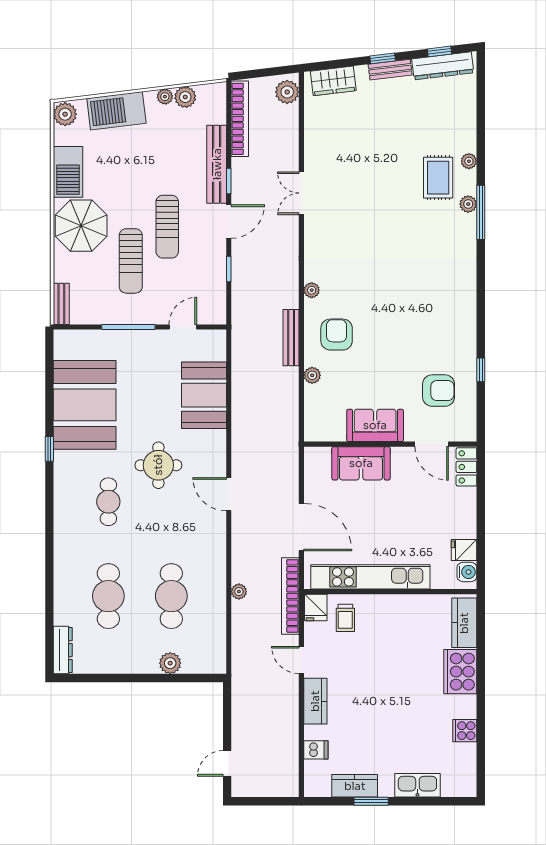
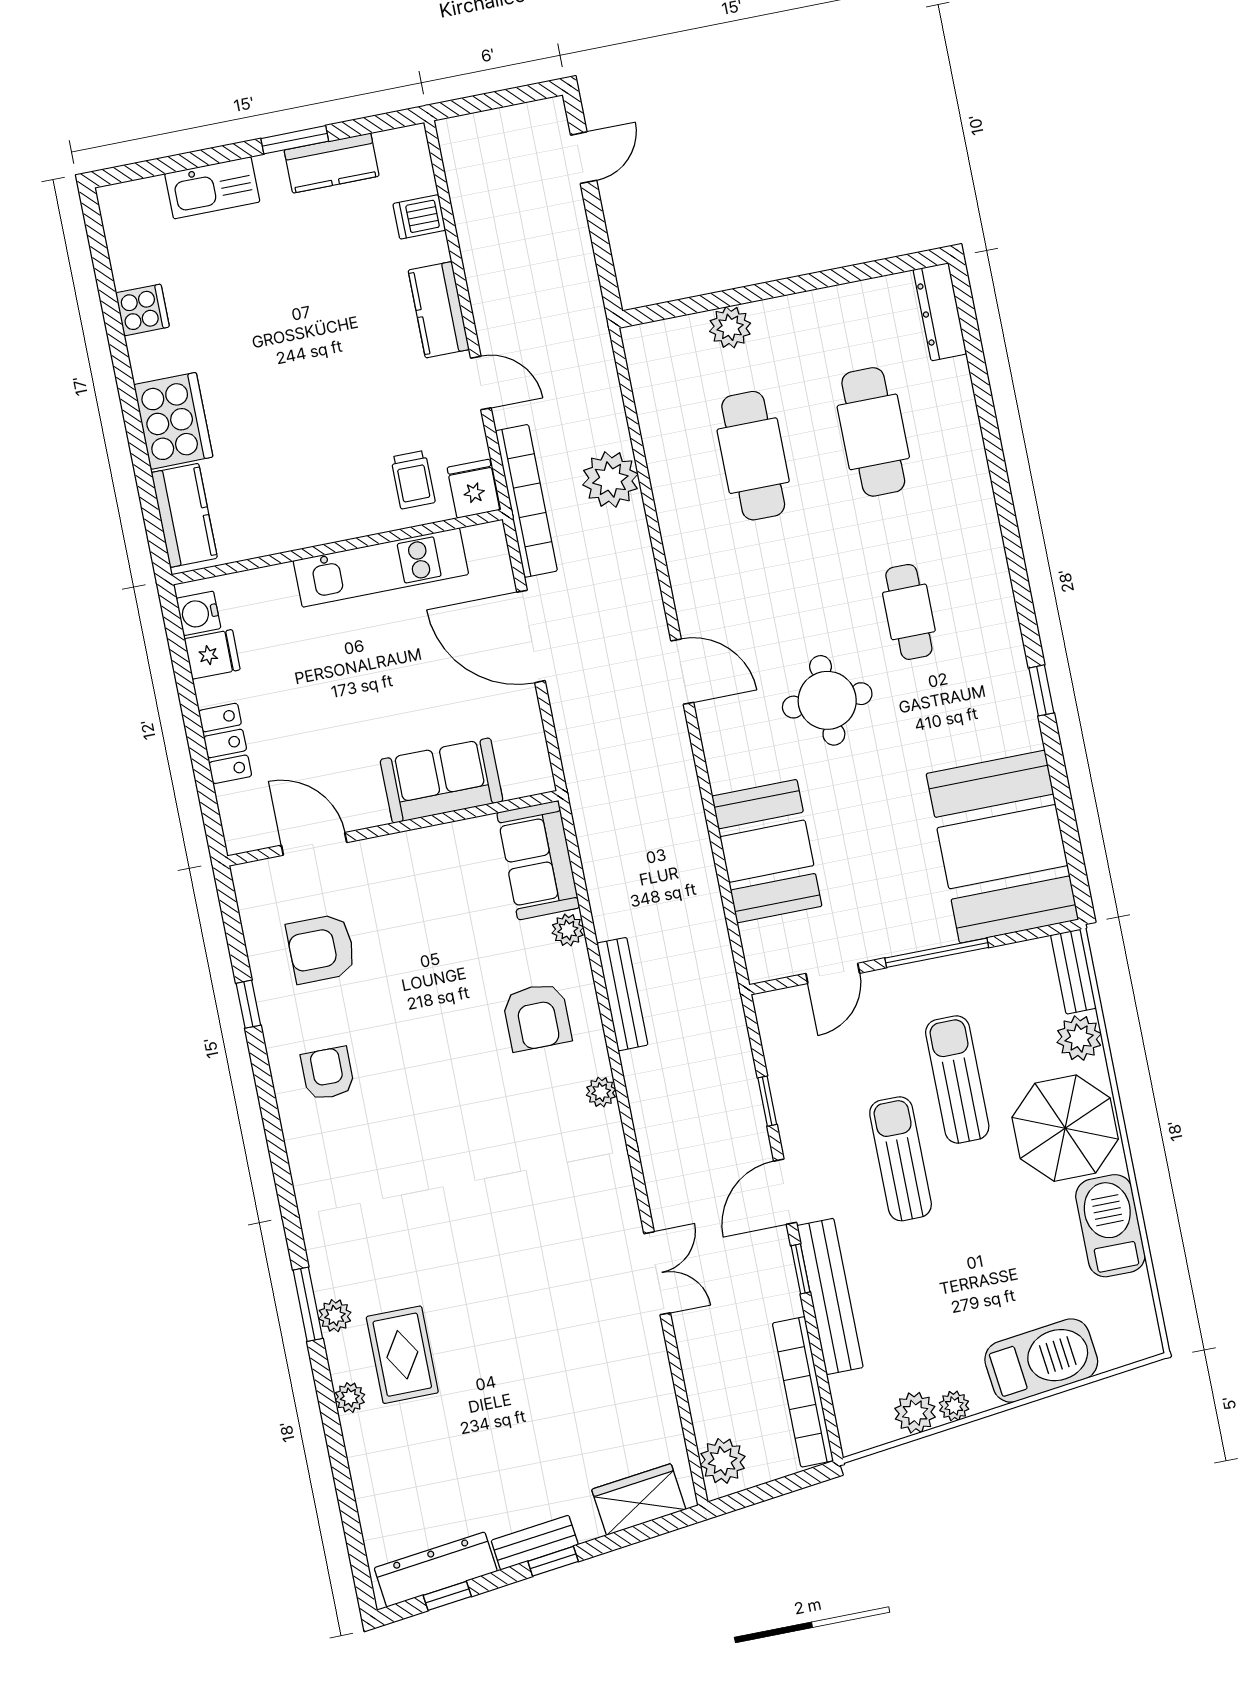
plant: (65, 114) -> (1079, 1038), moved
window: (481, 212) -> (308, 1304), width x0.69
armchair: (448, 327) -> (328, 1073), added
booth: (85, 405) -> (1002, 847), moved
sofa: (375, 425) -> (538, 860), moved, turned 90
locker: (466, 467) -> (225, 743), moved
kitchen unit: (370, 577) -> (381, 567), width x0.73
plant: (239, 592) -> (610, 479), width x1.88, depth x1.88
trolley: (345, 618) -> (413, 480), turned 180

